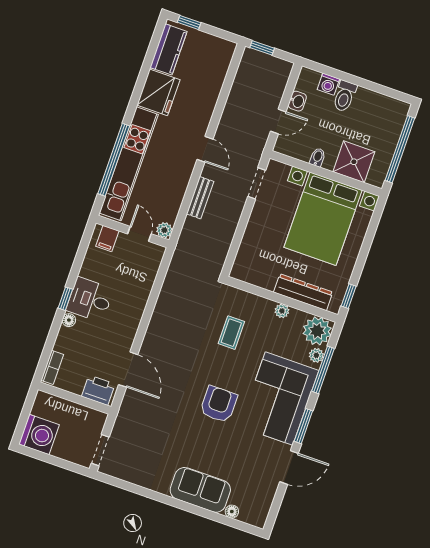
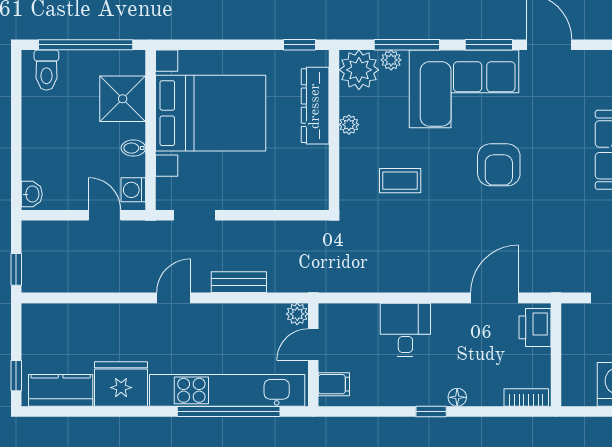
washing machine: (328, 84) -> (133, 190), moved, turned 180
toilet: (345, 96) -> (46, 70), moved, turned 90
washbasin: (297, 101) -> (32, 194), moved, turned 90
desk: (90, 300) -> (405, 330), moved, turned 180
armchair: (219, 404) -> (499, 165), turned -90

